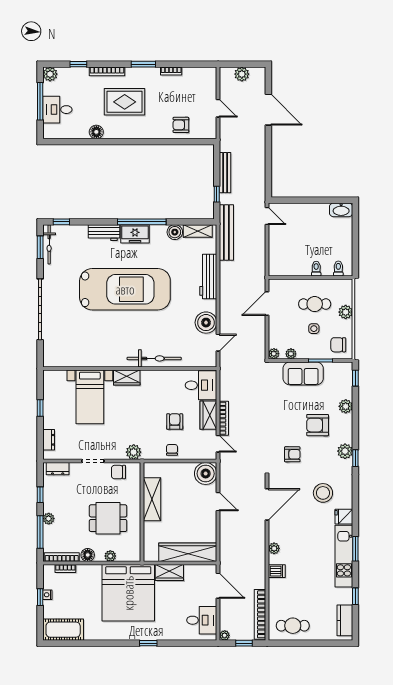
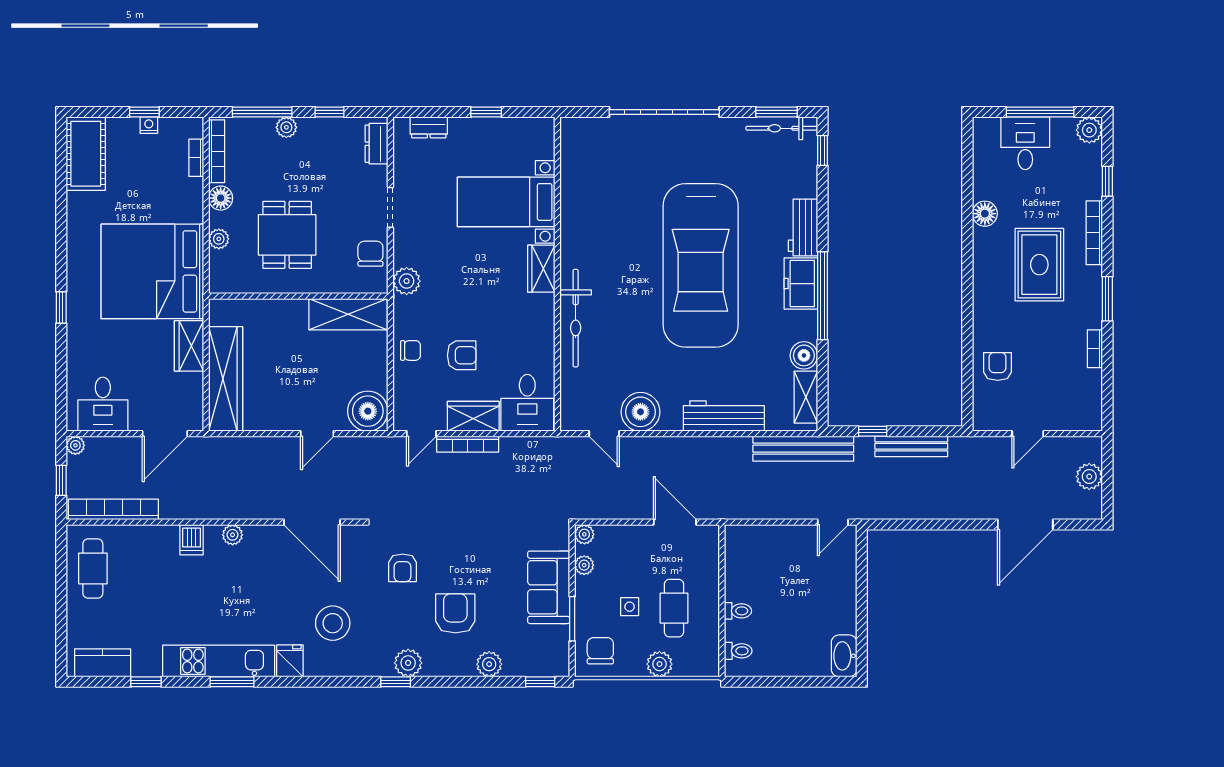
shelving: (152, 499) -> (348, 314), moved

